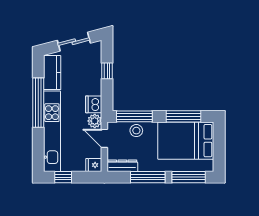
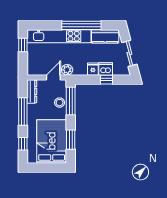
dishwasher: (94, 104) -> (106, 69), moved
window: (184, 116) -> (71, 140), width x0.69
fridge: (94, 165) -> (93, 69), moved
window: (189, 177) -> (23, 144), width x0.46

